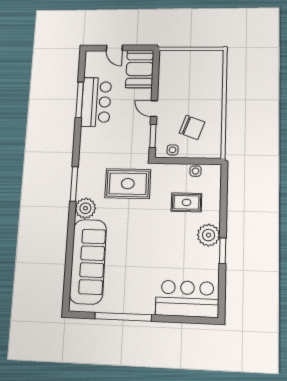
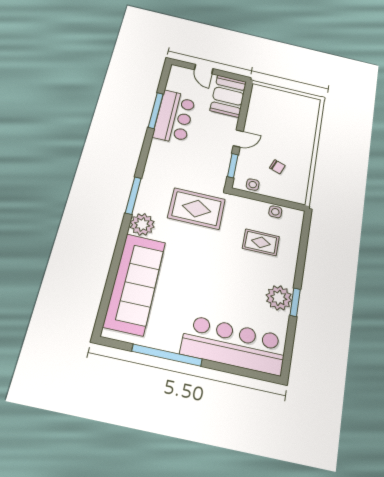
door: (154, 109) -> (238, 139), swing flipped
chair: (192, 127) -> (277, 167), width x0.54, depth x0.54
plant: (209, 235) -> (279, 298), moved
bar counter: (187, 299) -> (234, 345), width x1.36

